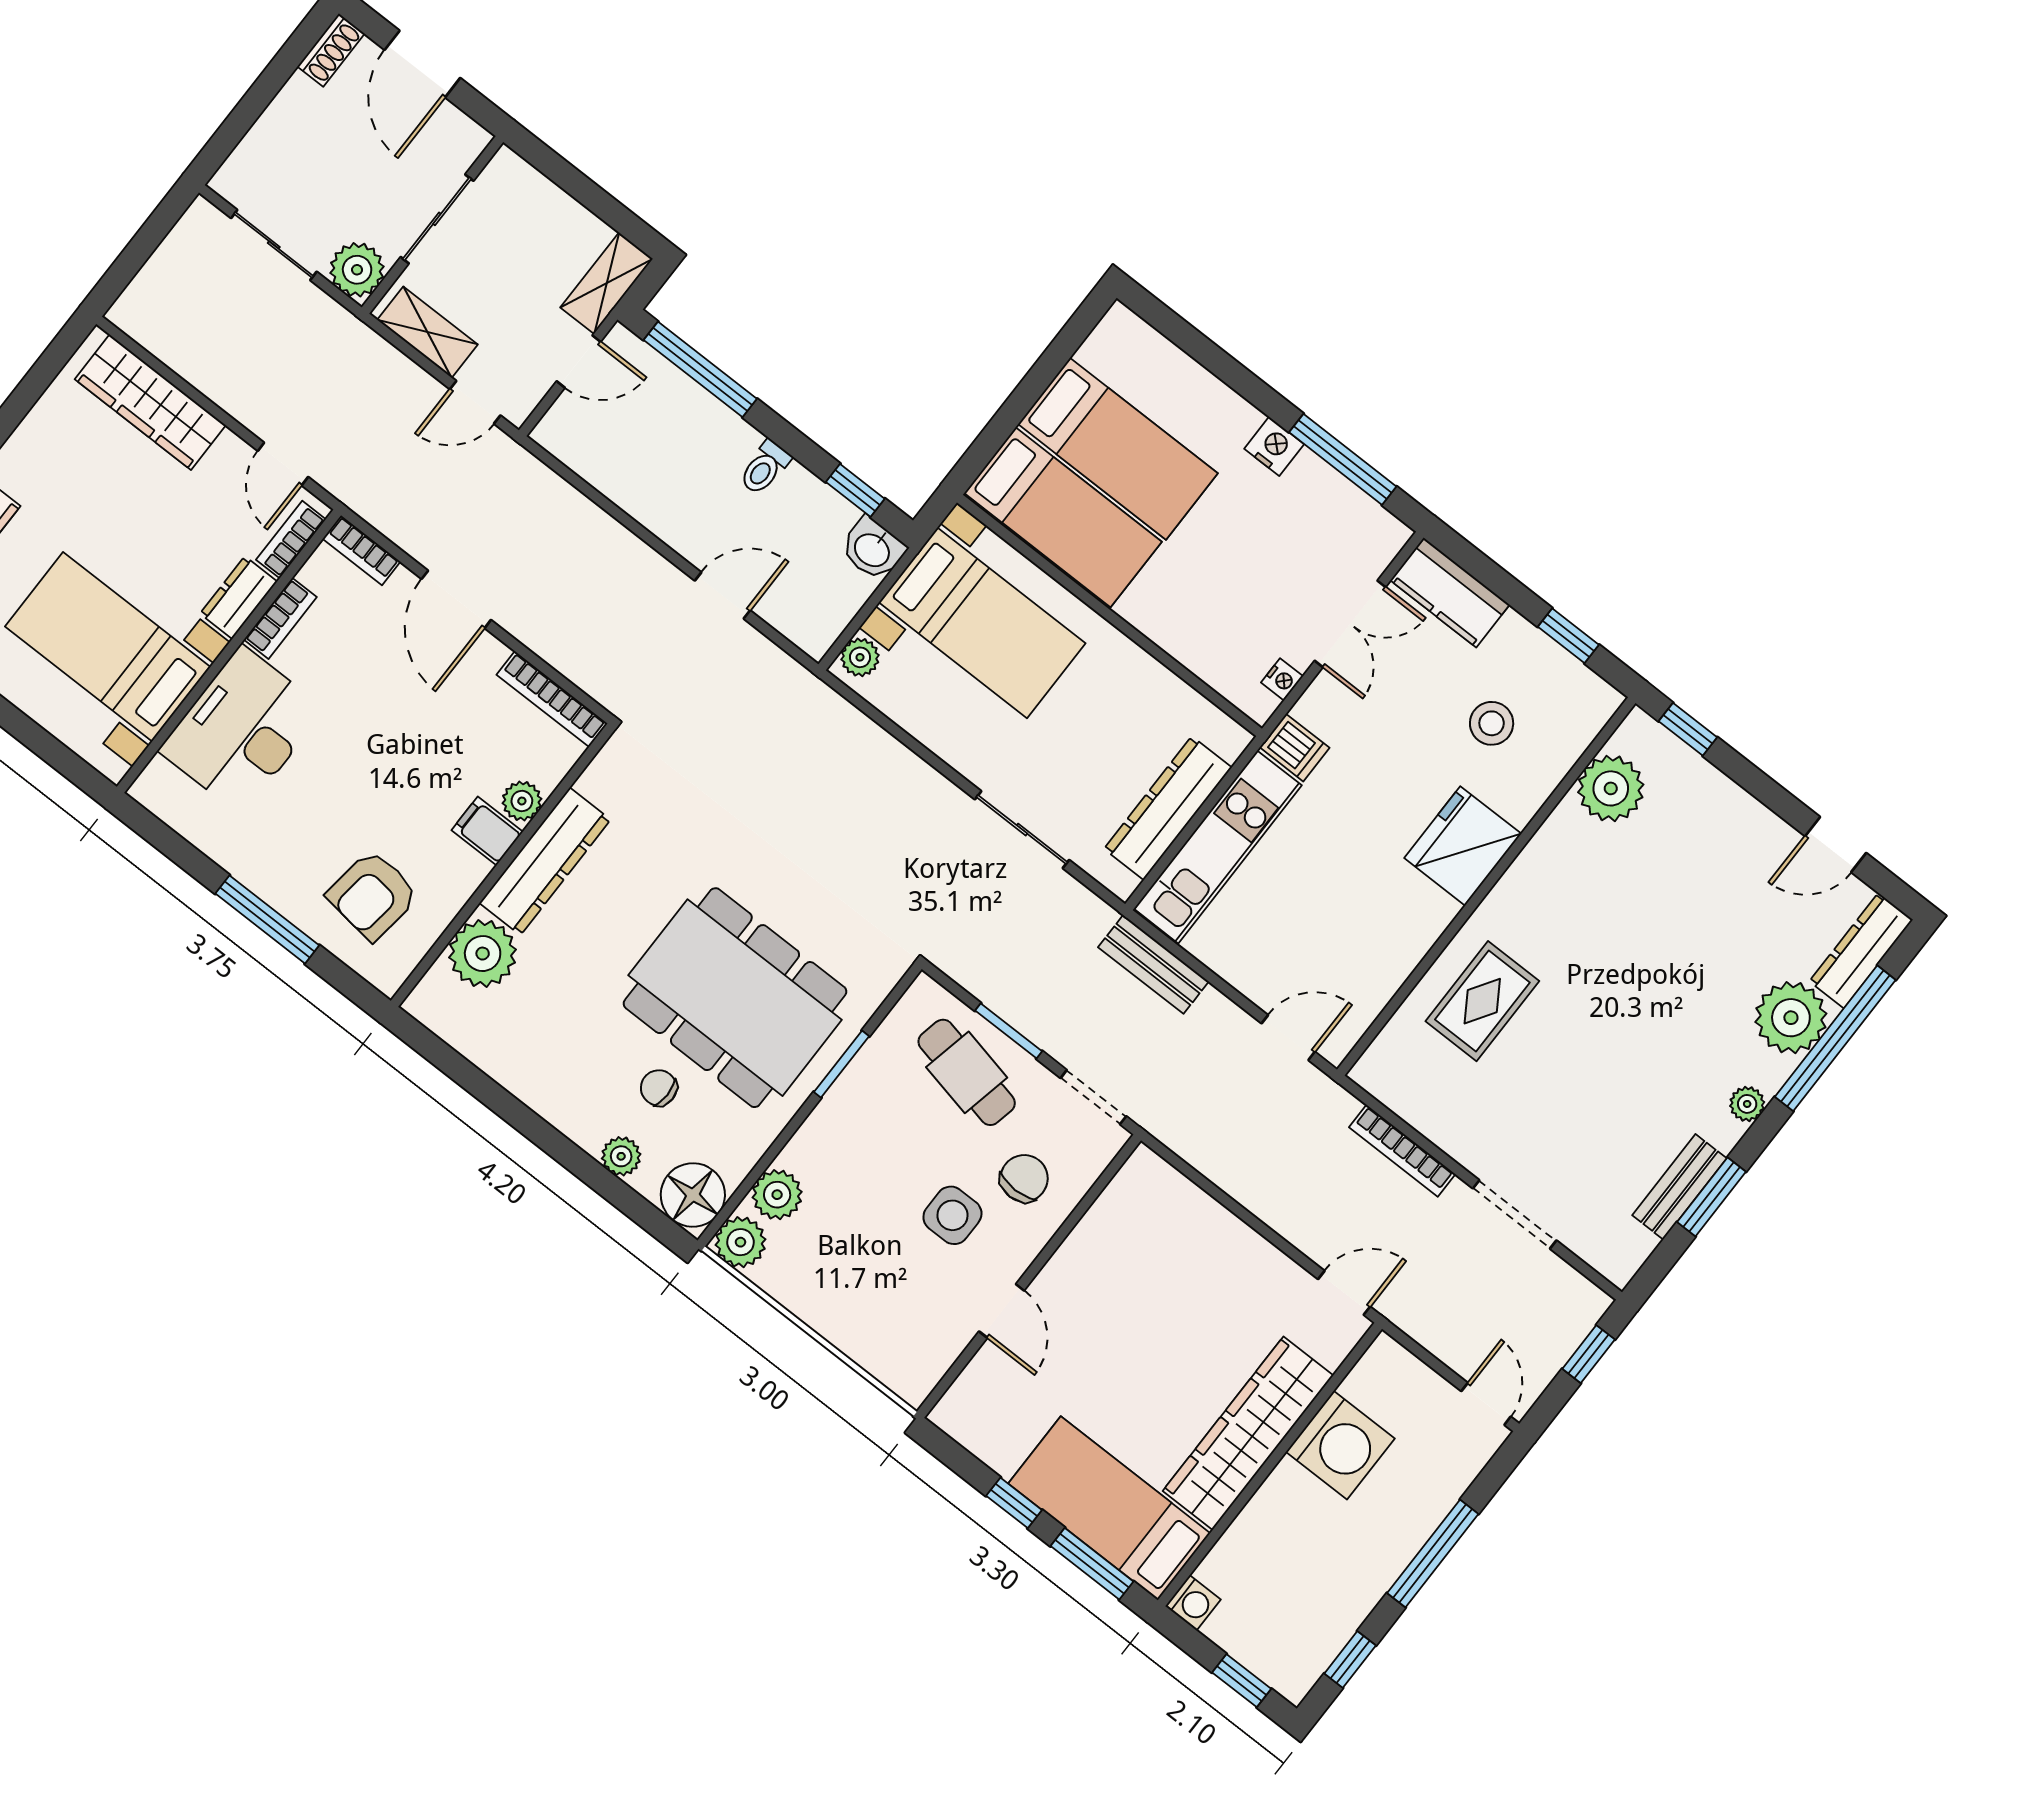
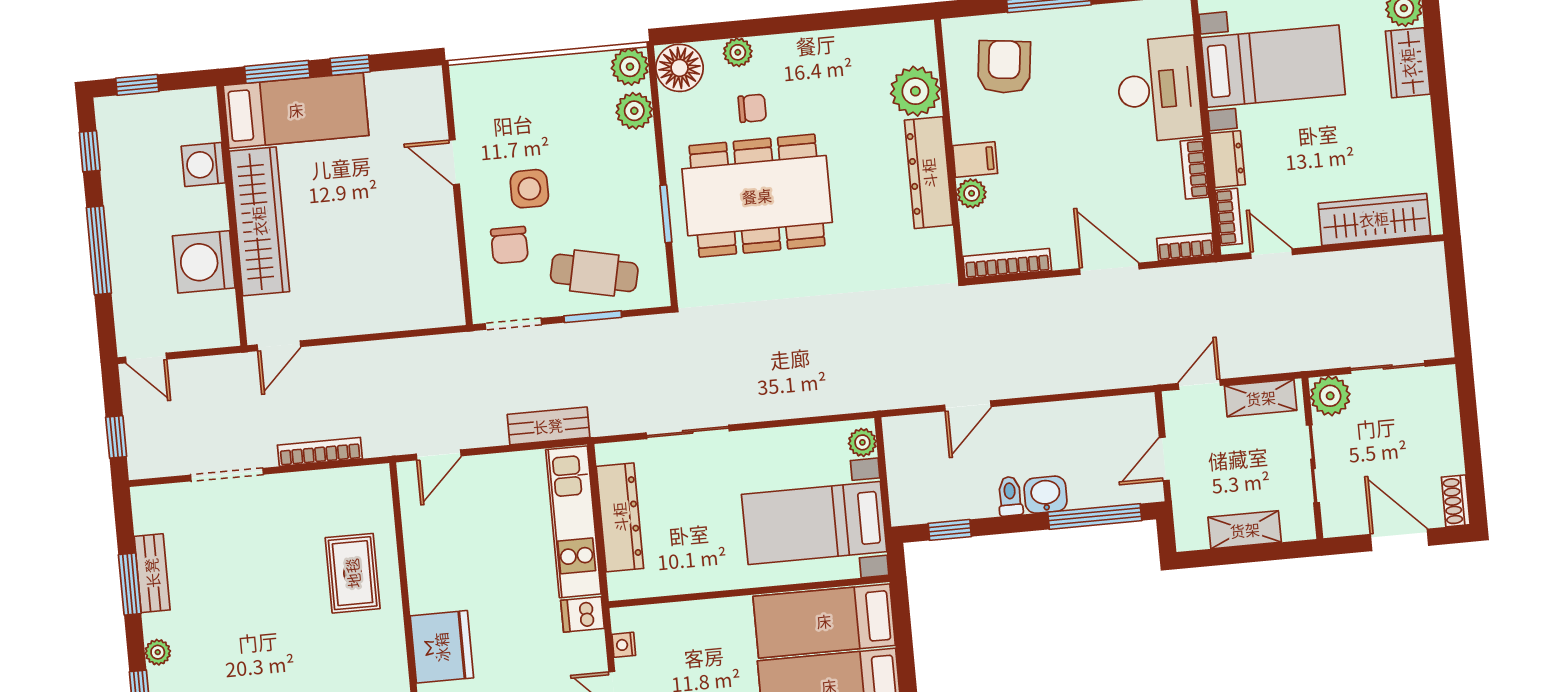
shelving: (607, 283) -> (1245, 530), moved, turned 90
washbasin: (873, 549) -> (1046, 495), moved
washing machine: (1193, 1603) -> (203, 165), moved, width x1.38, depth x1.38

